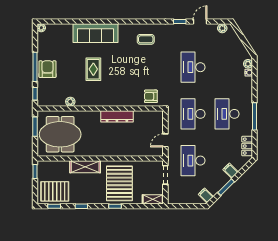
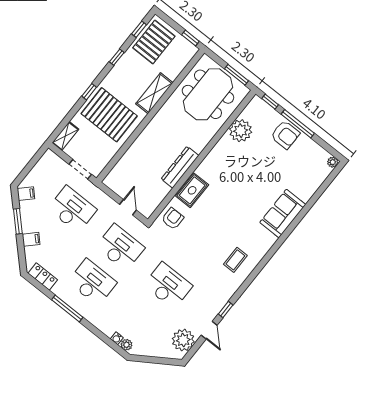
plant: (222, 28) -> (183, 340), width x1.87, depth x1.87
sofa: (96, 33) -> (283, 213), width x0.73
rug: (93, 69) -> (192, 190), moved, turned 90
plant: (70, 102) -> (241, 131), width x1.88, depth x1.88
door: (165, 140) -> (128, 207), moved

